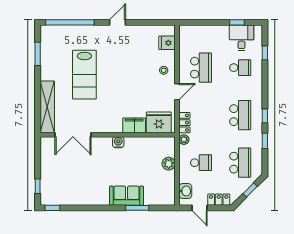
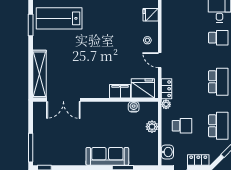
school desk: (201, 68) -> (182, 38), removed
lab bench: (84, 75) -> (59, 18), moved, turned 90
door: (177, 92) -> (160, 60), swing flipped
water cooler: (118, 142) -> (134, 107), moved
window: (38, 186) -> (31, 148), width x2.17
sofa: (127, 196) -> (107, 156), width x1.36

